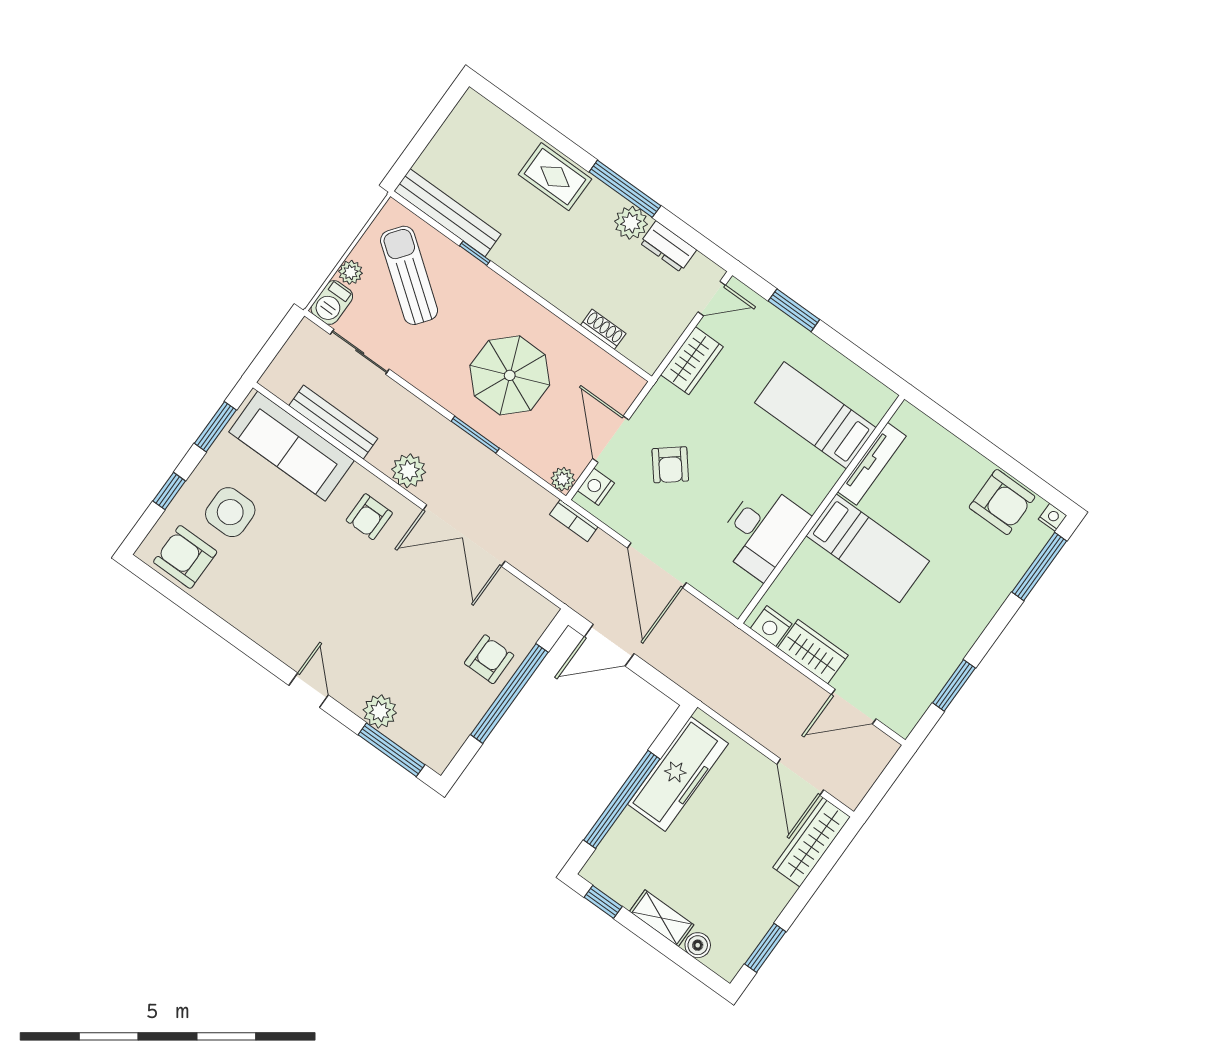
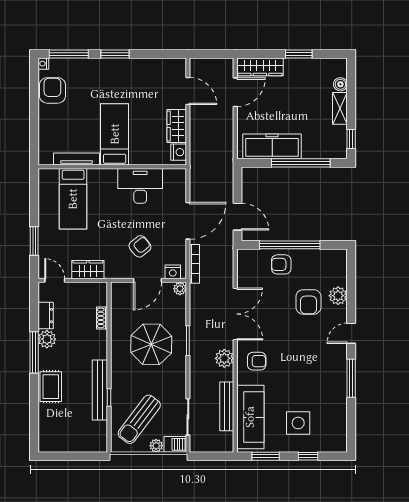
bench: (447, 213) -> (100, 390), moved
bookcase: (574, 521) -> (194, 264), width x1.56
armchair: (185, 557) -> (308, 302), moved
window: (954, 685) -> (115, 54), moved
window: (391, 750) -> (351, 378), moved
window: (765, 948) -> (299, 54), moved

